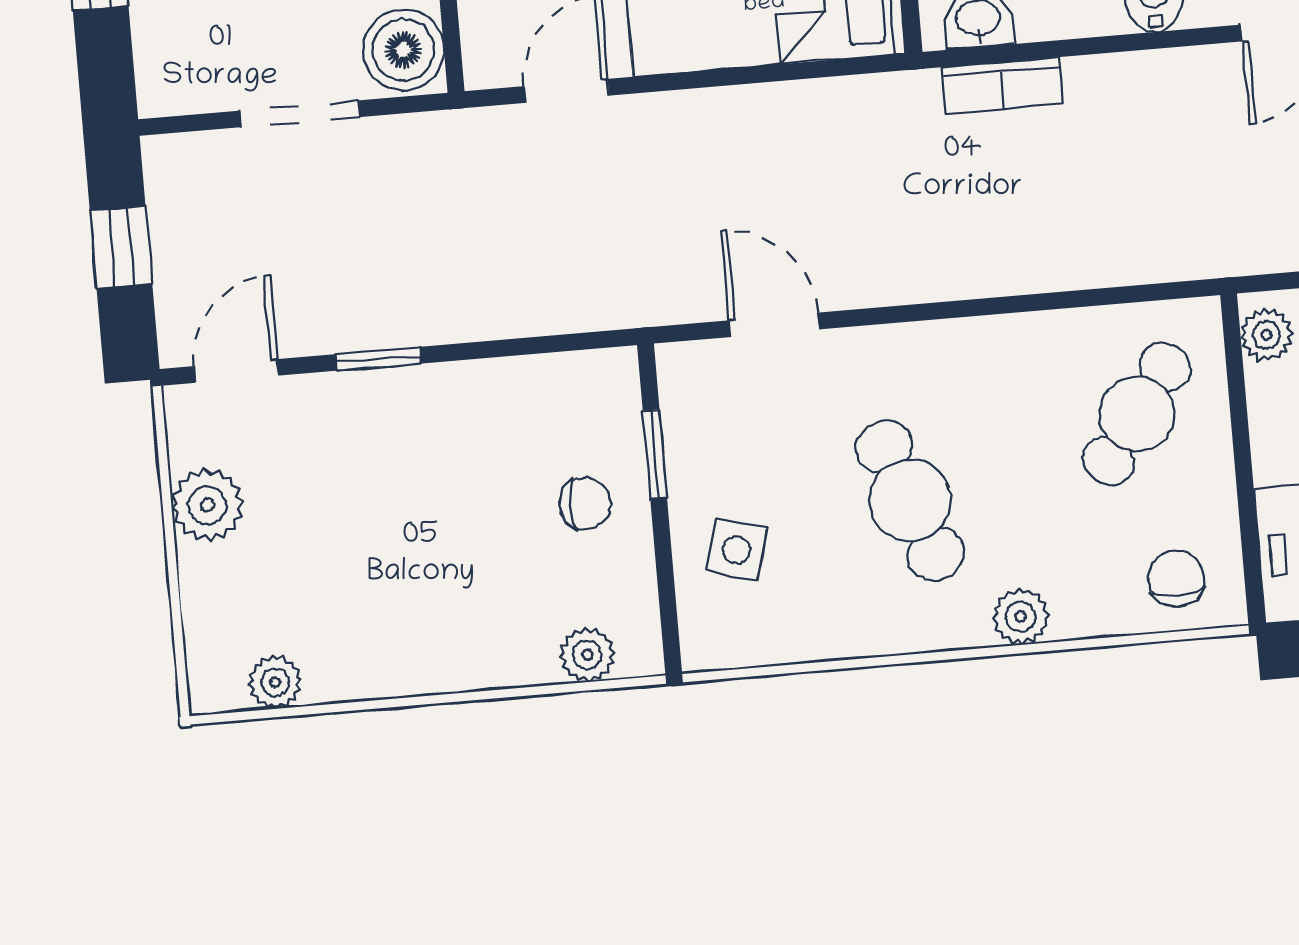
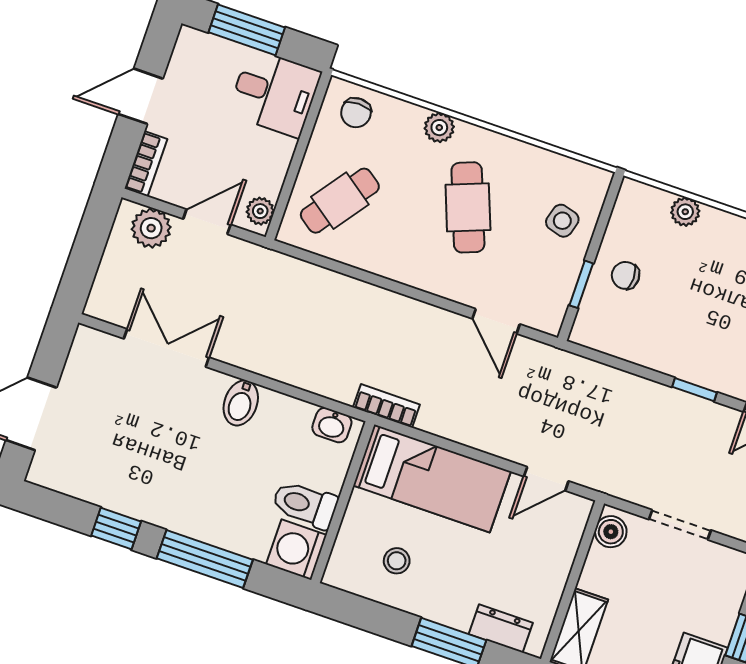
boiler: (403, 50) -> (611, 532), width x0.73, depth x0.73
bookcase: (1002, 86) -> (386, 406), moved
plant: (587, 655) -> (685, 212), moved

